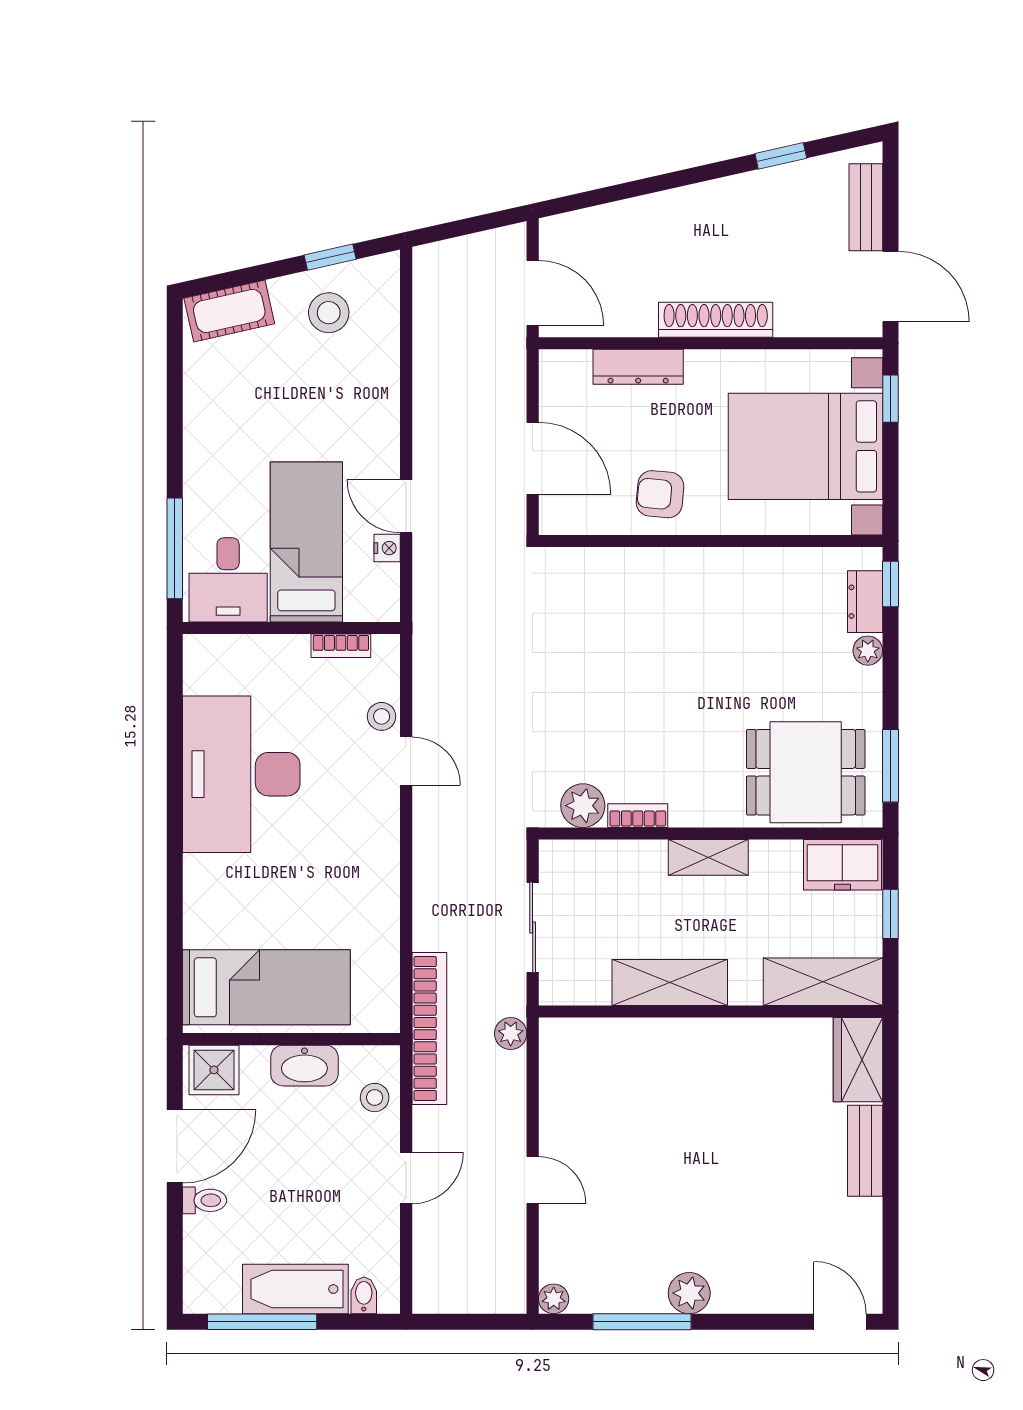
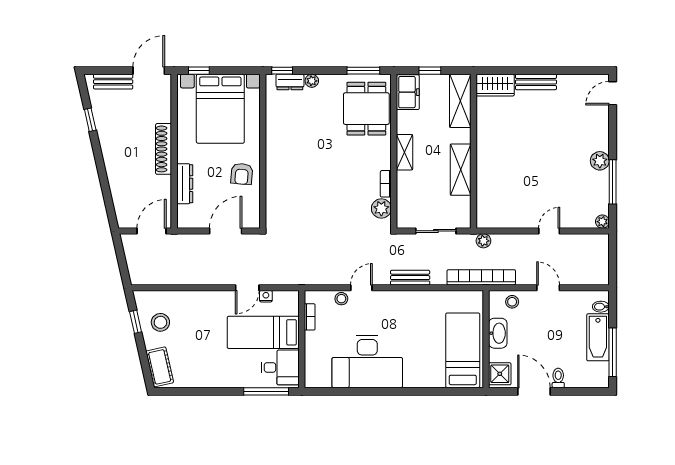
bench: (429, 870) -> (410, 278), added

